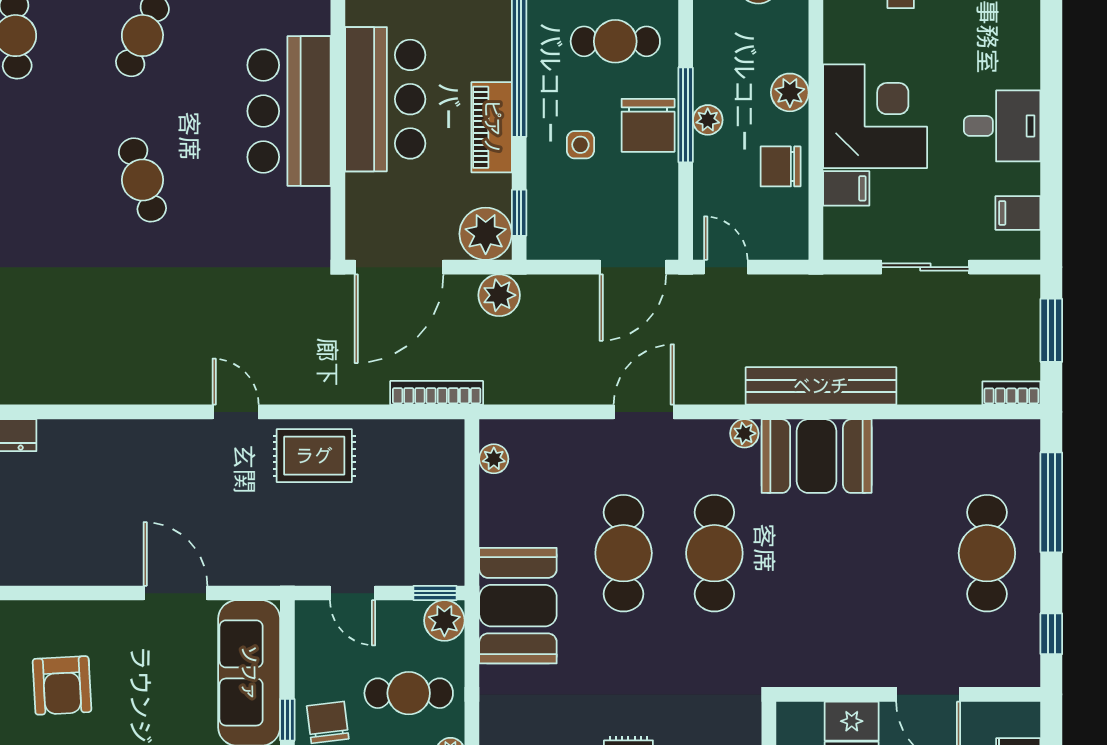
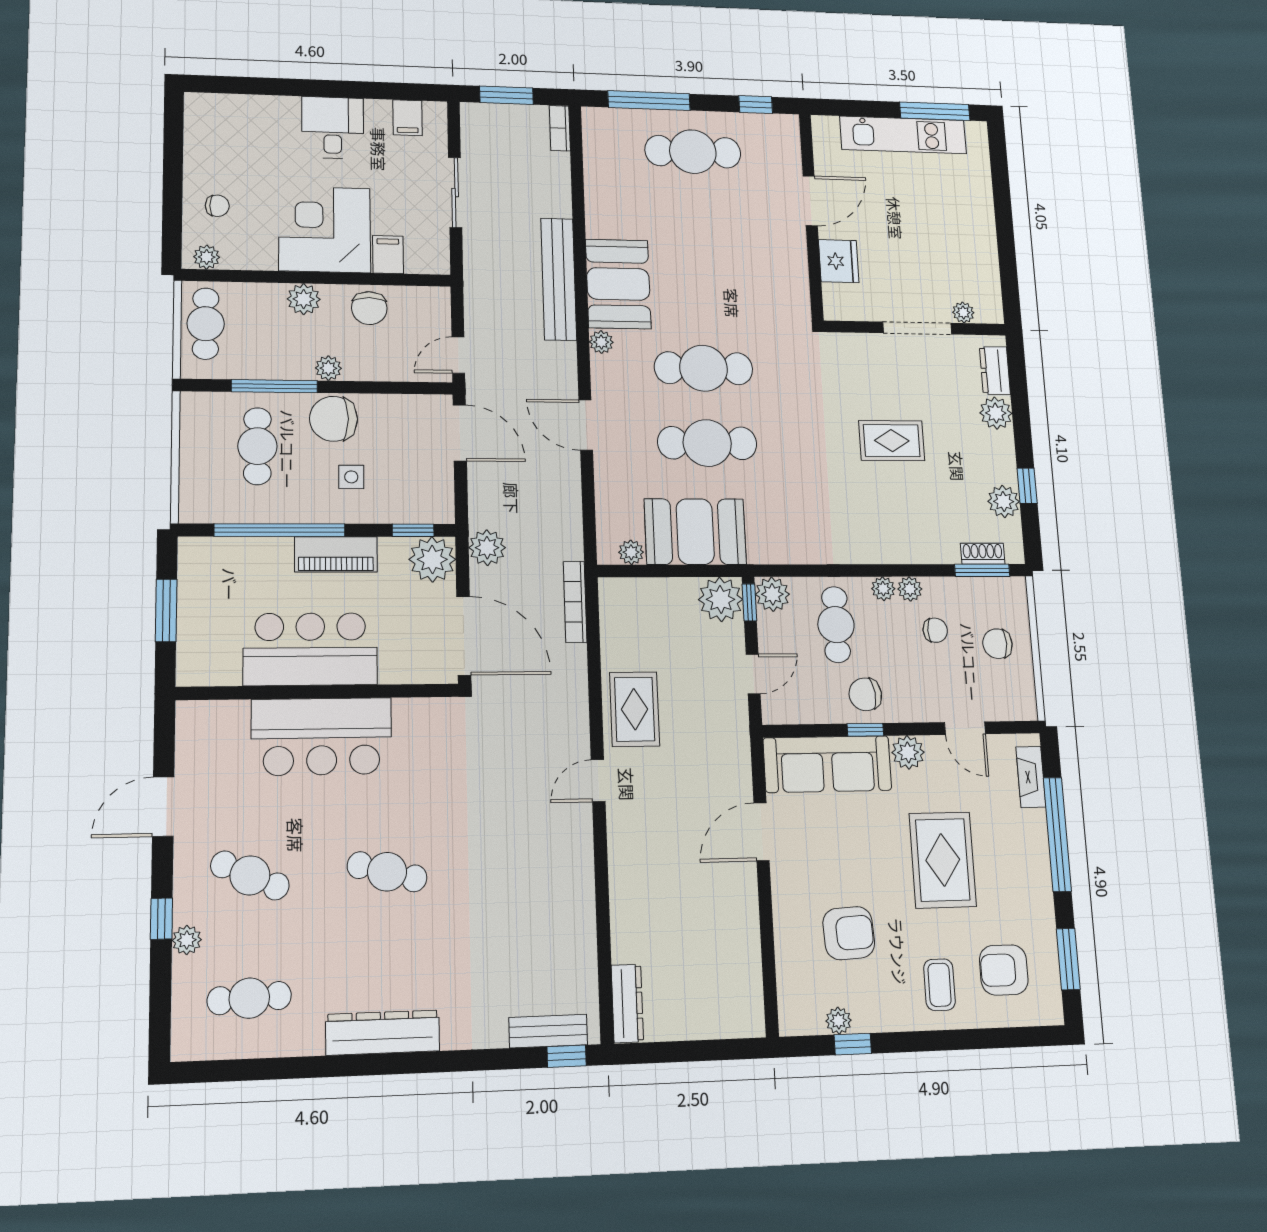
window: (686, 115) -> (274, 386), moved
chair: (648, 125) -> (333, 419), turned 180
cafe table: (142, 180) -> (387, 872), turned 33
plant: (439, 560) -> (721, 599), added
booth: (518, 606) -> (695, 532), moved

